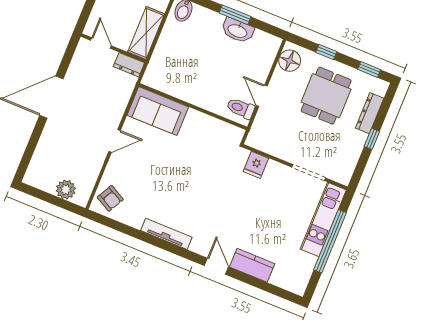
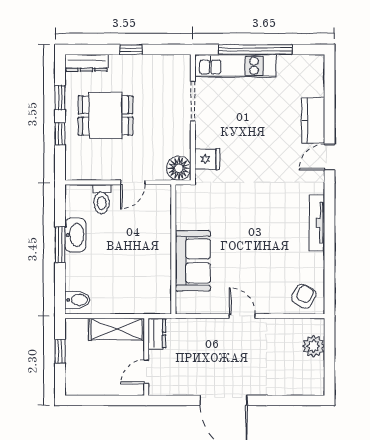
floor lamp: (290, 61) -> (179, 168), moved
window: (369, 69) -> (60, 98), moved
toilet: (241, 108) -> (102, 199), moved
sofa: (158, 111) -> (193, 261), moved
dresser: (370, 113) -> (86, 63), moved

